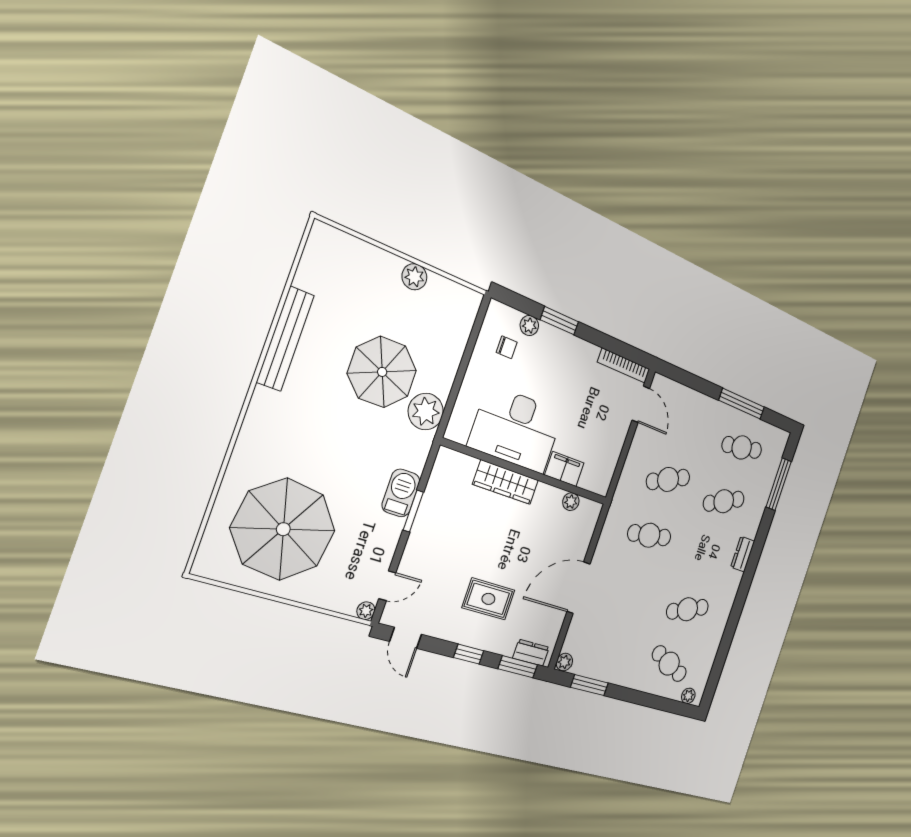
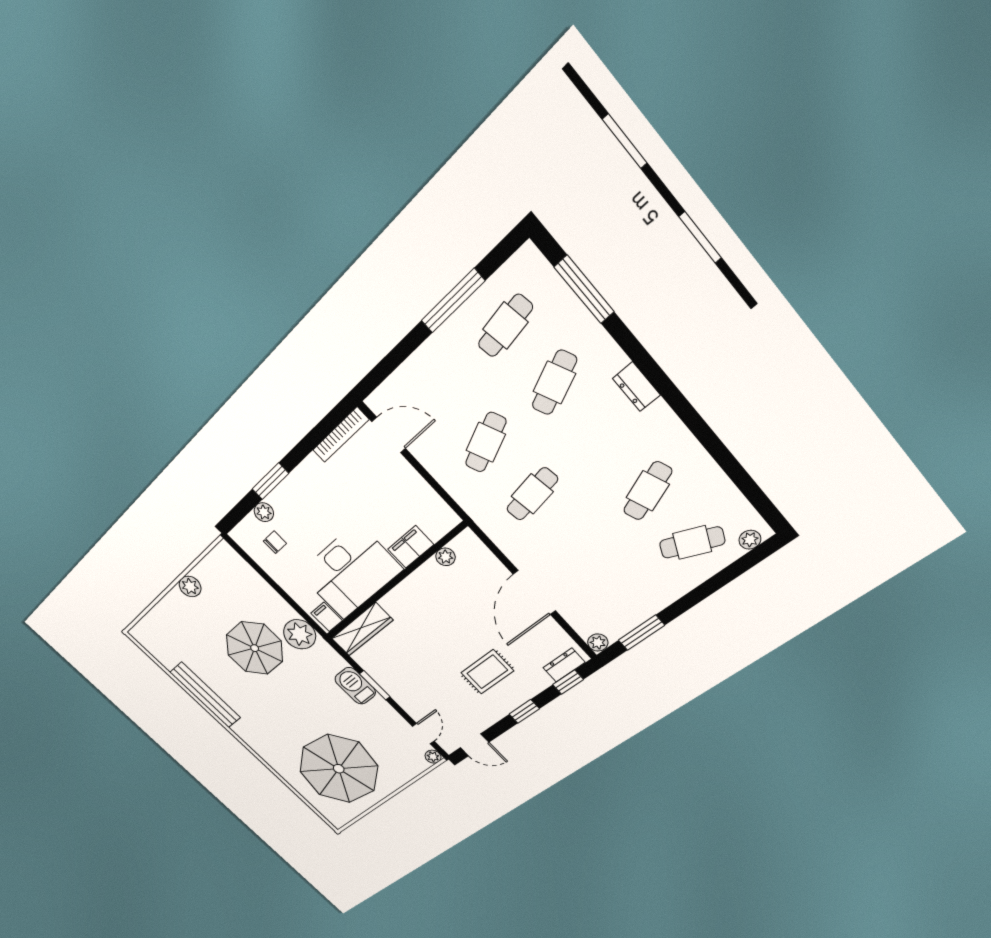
filing cabinet: (460, 429) -> (327, 617), added
wardrobe: (506, 482) -> (362, 629), moved
window: (518, 667) -> (568, 682), width x0.67

